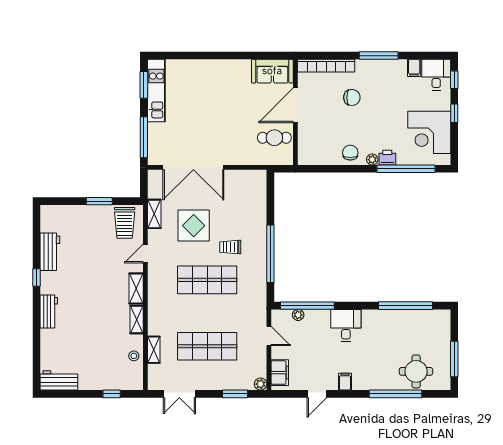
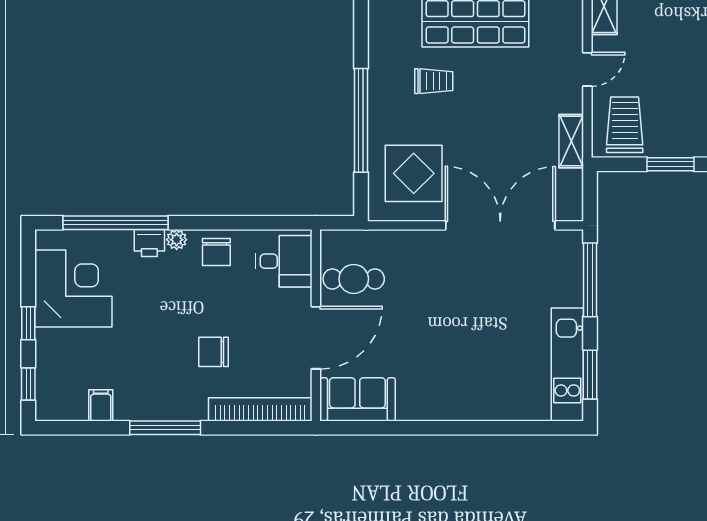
desk: (436, 75) -> (284, 261), moved, turned -90
display table: (194, 226) -> (414, 173), moved
window: (270, 254) -> (361, 120), moved

